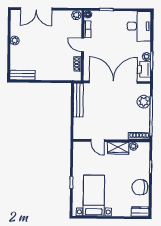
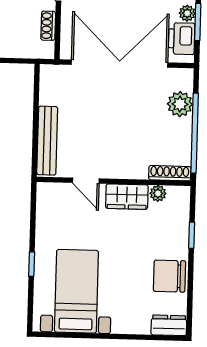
bench: (78, 100) -> (47, 141), moved

